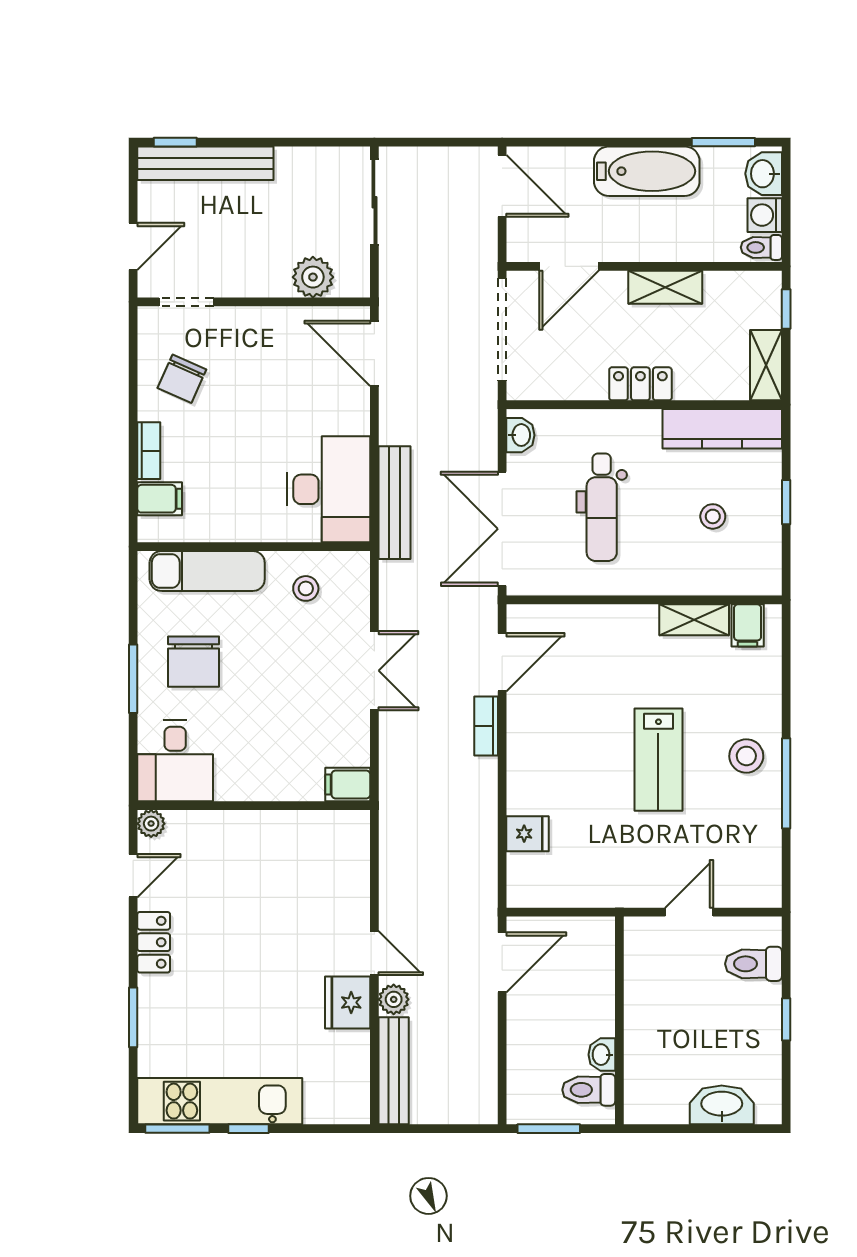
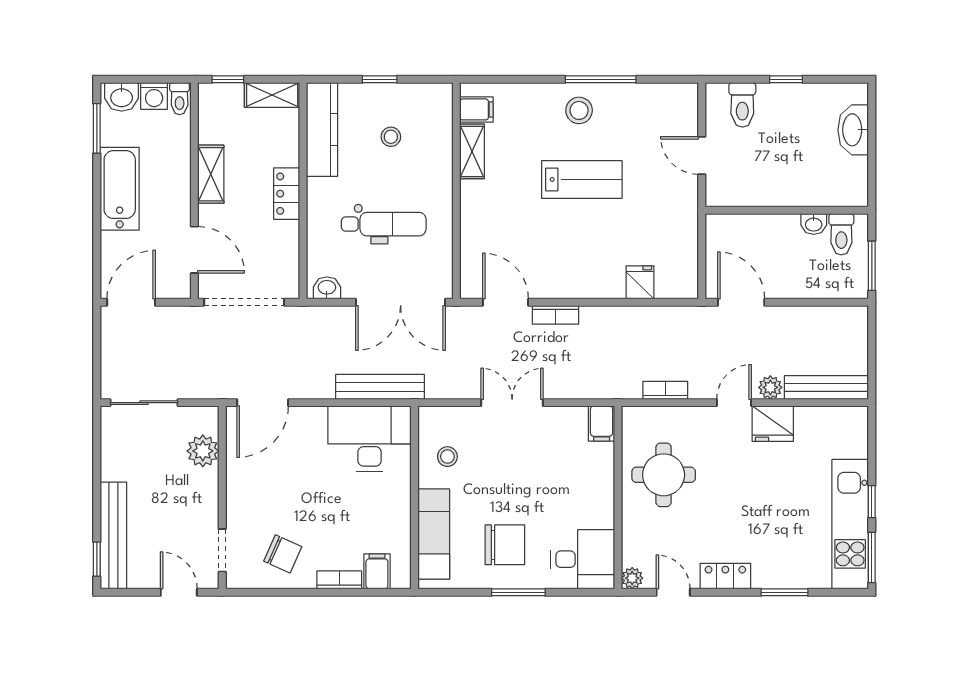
round table: (283, 864) -> (664, 475), added
bookcase: (390, 866) -> (665, 390), added

